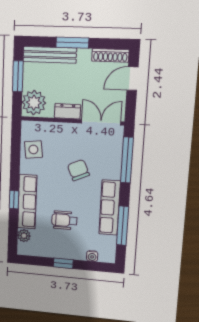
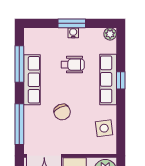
plant: (24, 236) -> (110, 34), moved
water cooler: (92, 256) -> (73, 33), moved
window: (63, 263) -> (72, 23), width x1.50

